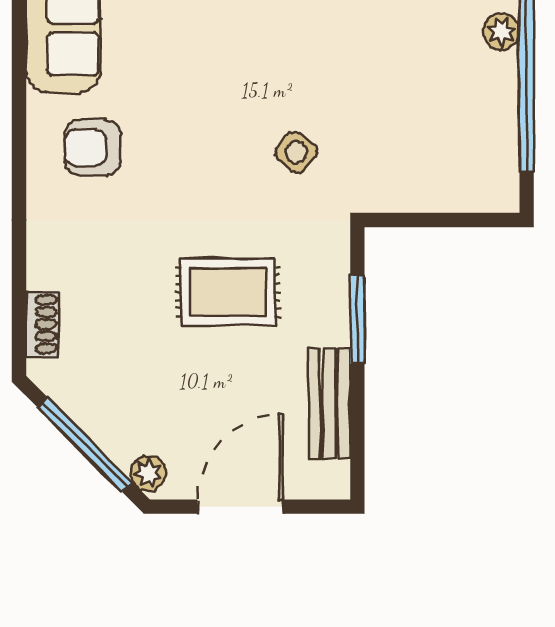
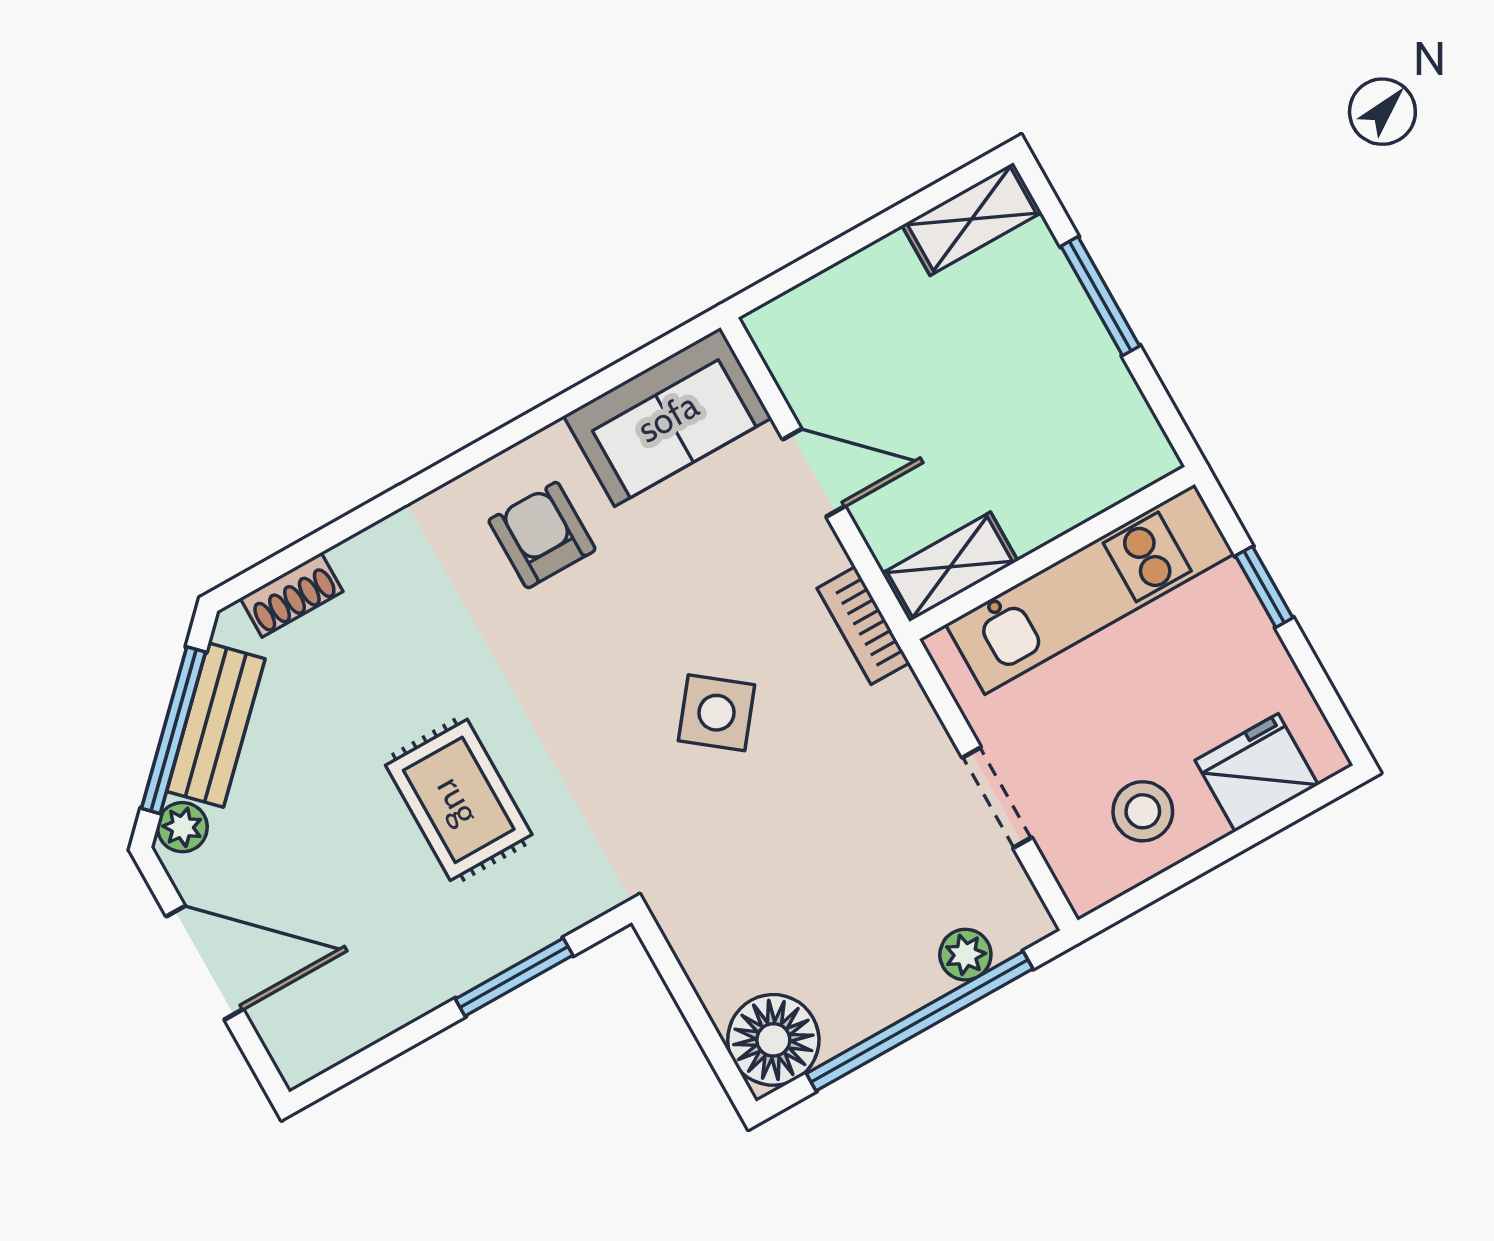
side table: (296, 152) -> (716, 713), moved, width x1.37, depth x1.37
floor lamp: (487, 181) -> (773, 1040), added
bench: (329, 404) -> (216, 725), moved, turned -45

